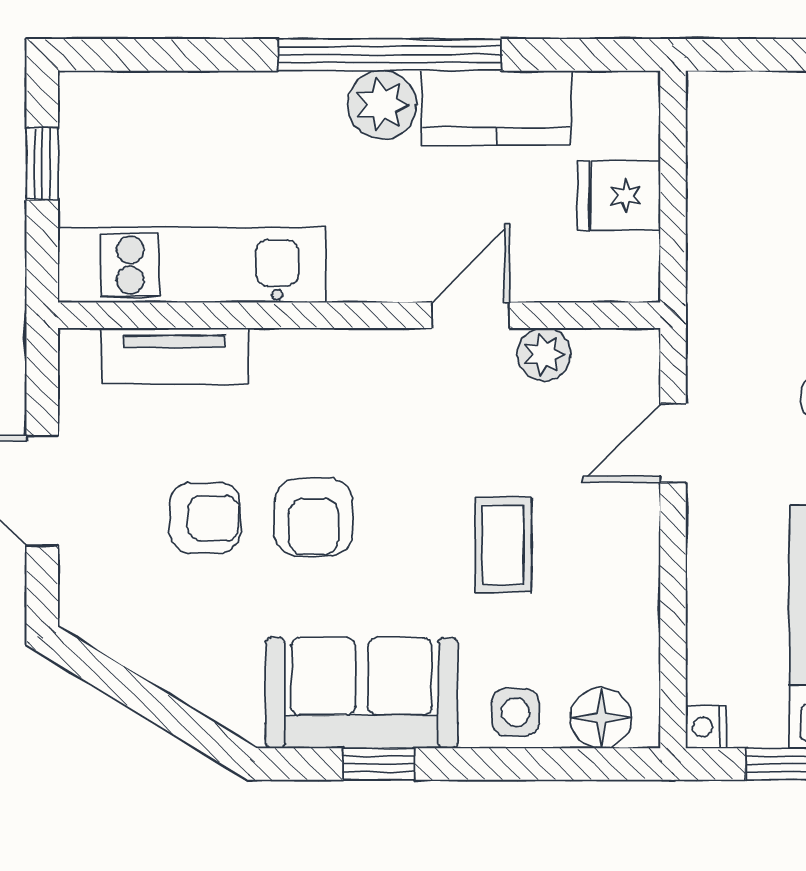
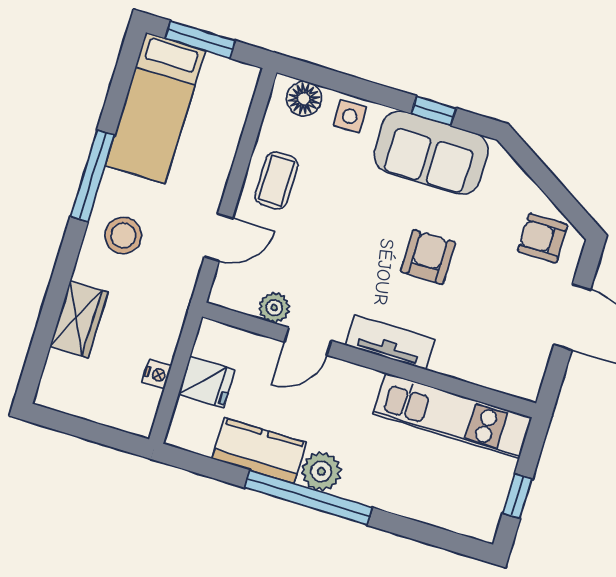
tv unit: (175, 356) -> (390, 342), moved
armchair: (205, 518) -> (543, 238), moved
coffee table: (503, 545) -> (276, 180), moved
nightstand: (706, 727) -> (157, 374), moved

